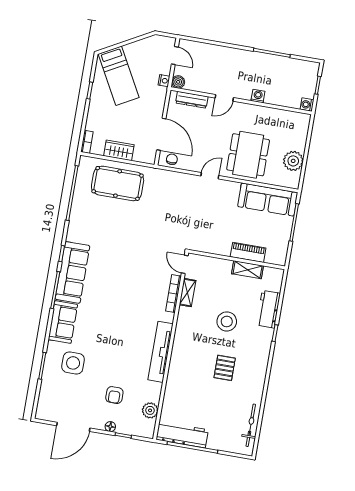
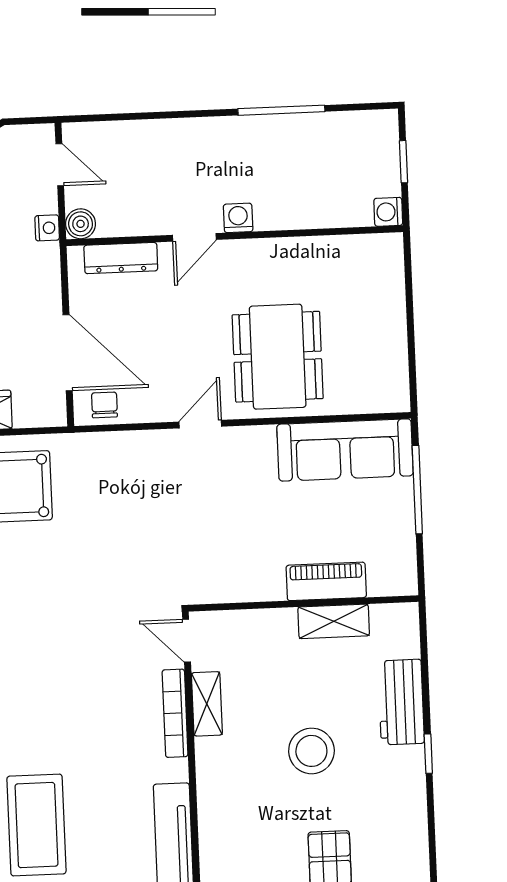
washing machine: (258, 96) -> (238, 218), moved
plant: (293, 161) -> (385, 348), removed
coffee table: (106, 328) -> (36, 825), added

